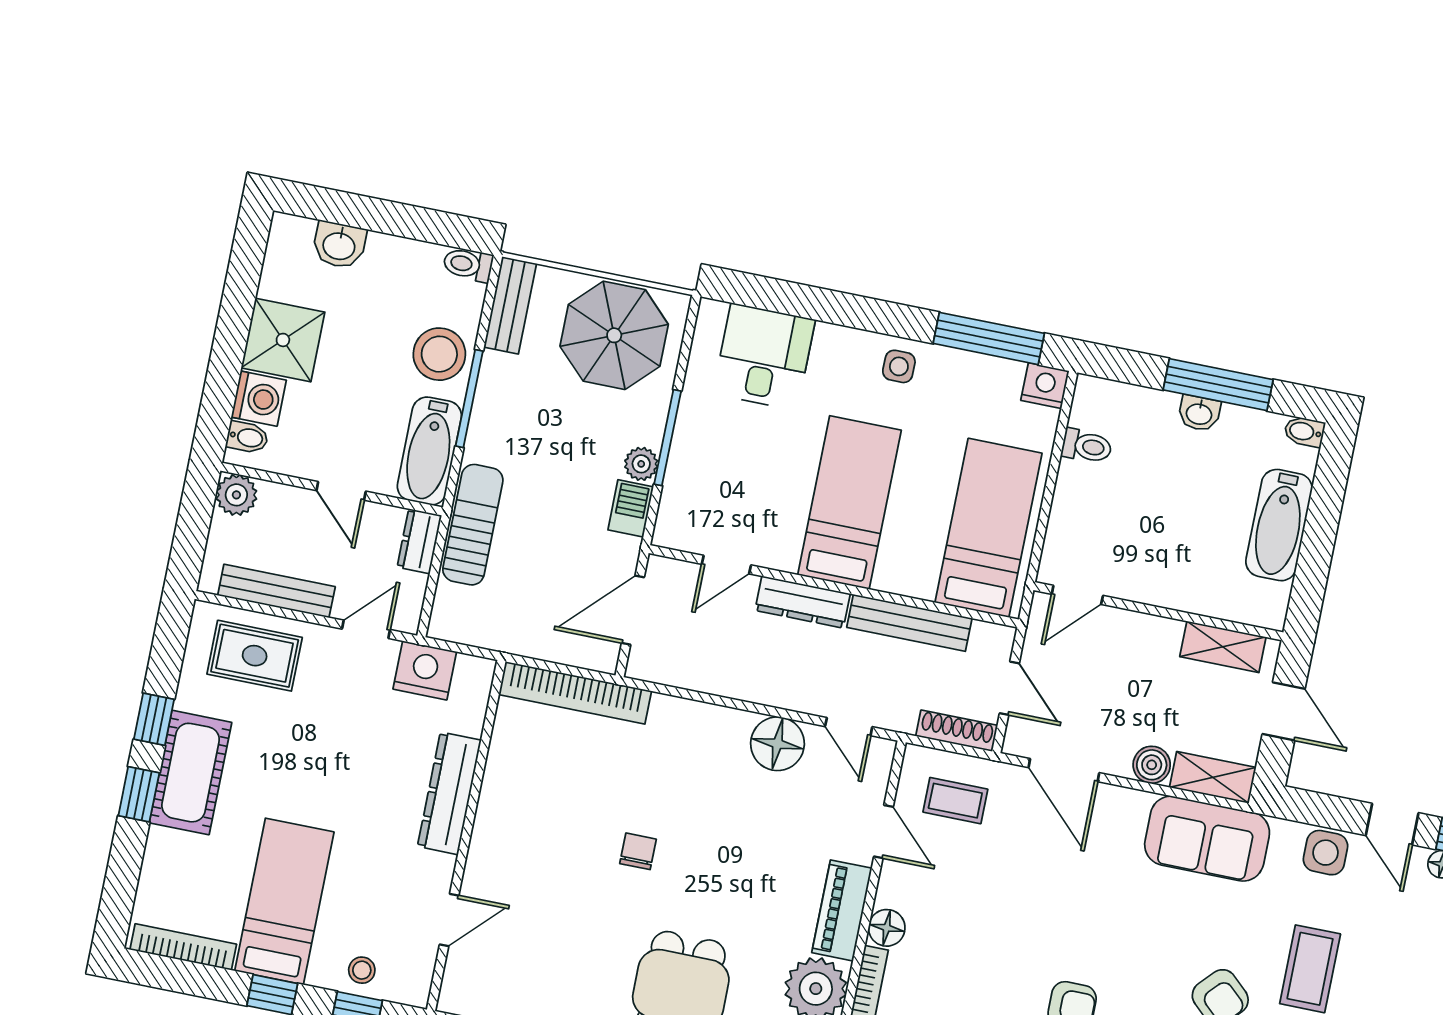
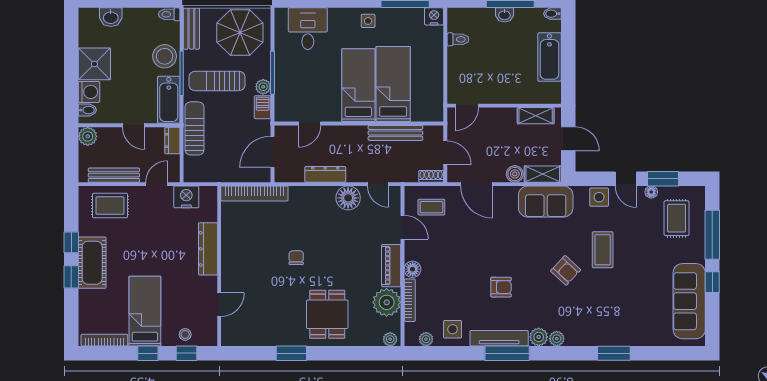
sun lounger: (543, 431) -> (217, 81), added
bed: (989, 528) -> (393, 84), moved
dresser: (803, 602) -> (325, 174), moved, turned 180
shoe rack: (957, 731) -> (431, 176), width x0.70

